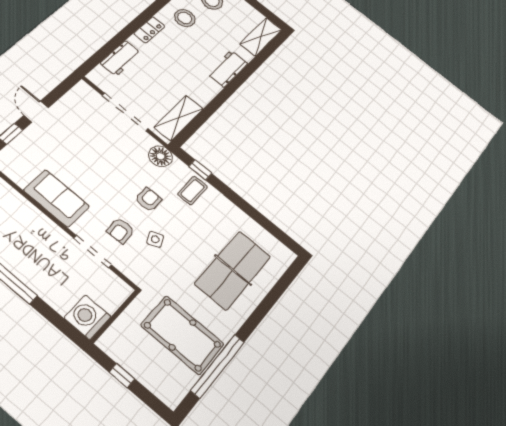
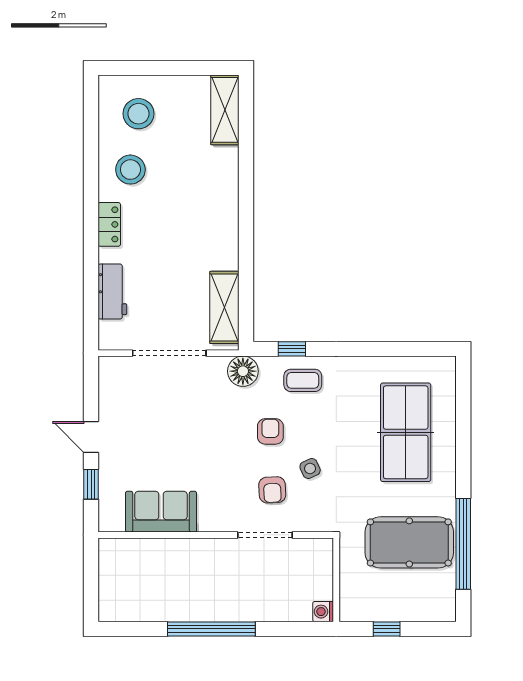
workbench: (228, 69) -> (224, 192), removed
coffee table: (193, 190) -> (303, 380), turned 90
sofa: (57, 198) -> (161, 512), moved
washing machine: (88, 317) -> (323, 612), width x0.53, depth x0.53

